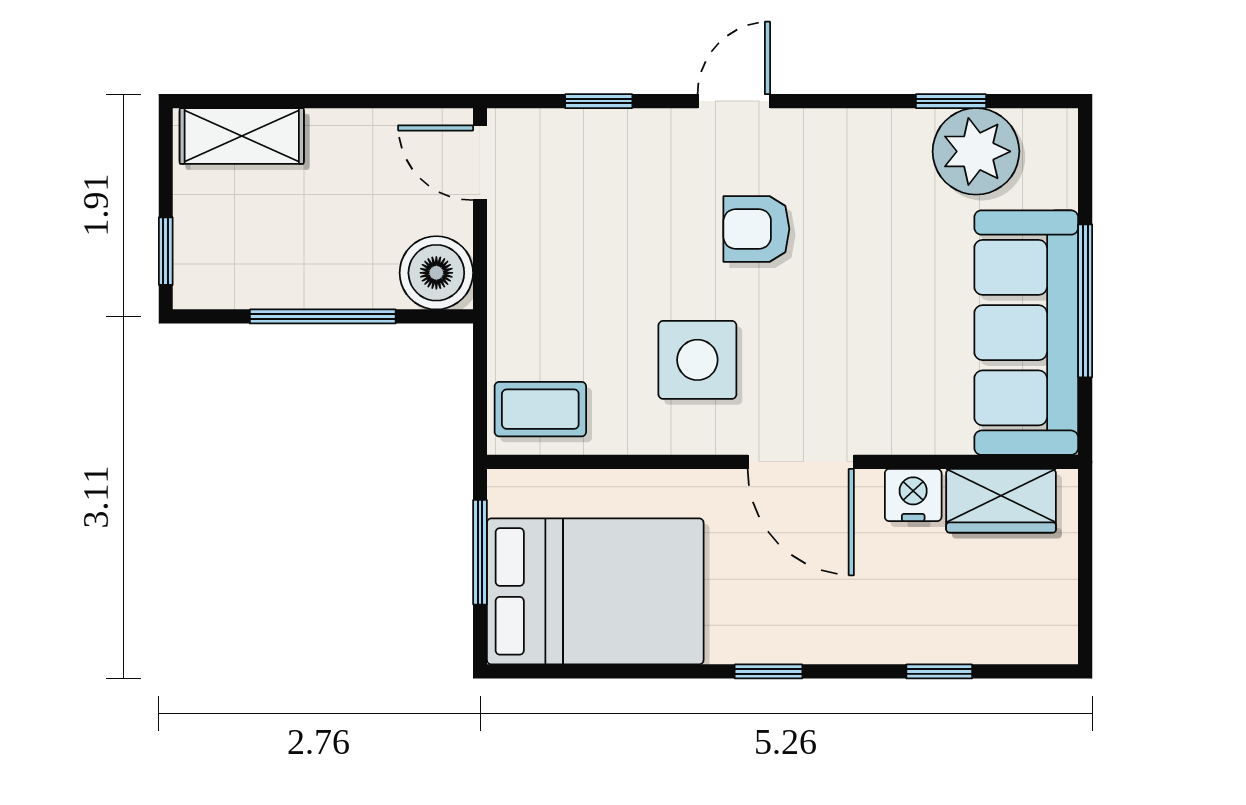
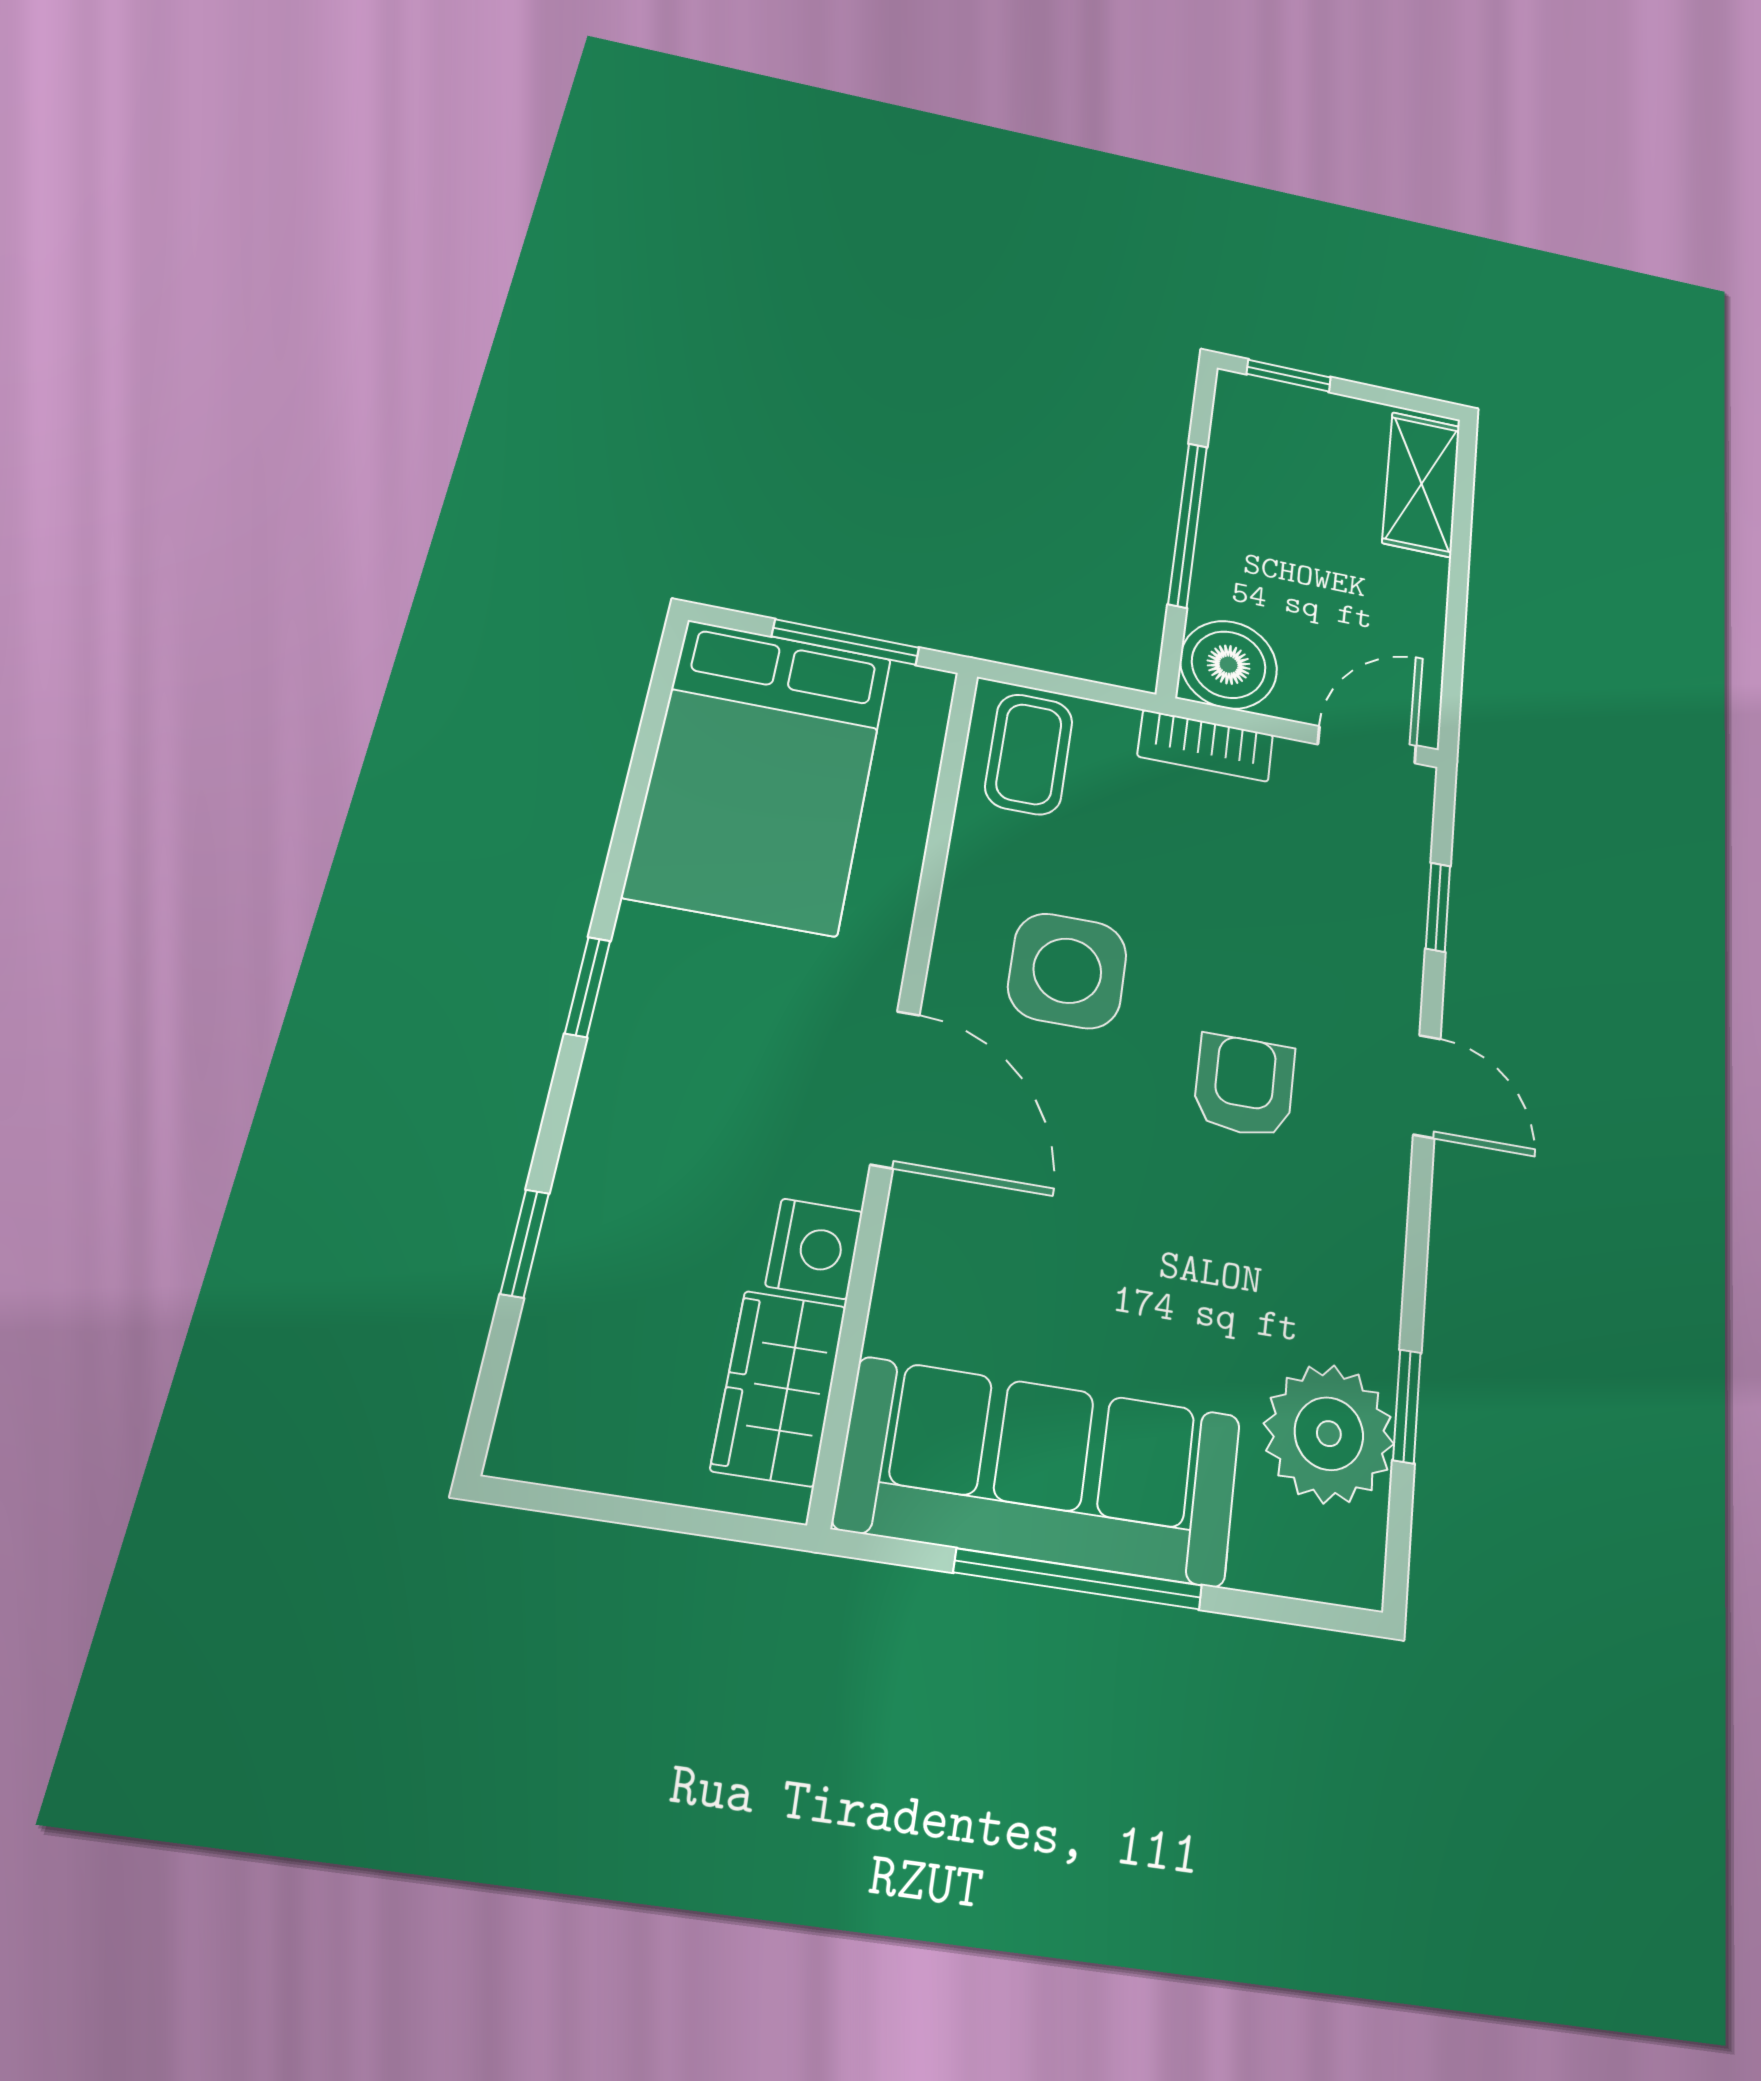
bookcase: (506, 283) -> (1205, 746), added
door: (801, 462) -> (895, 1089), swing flipped

